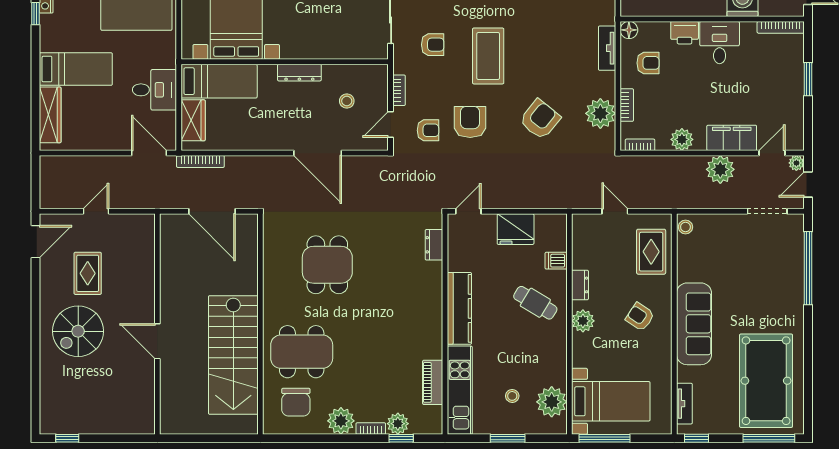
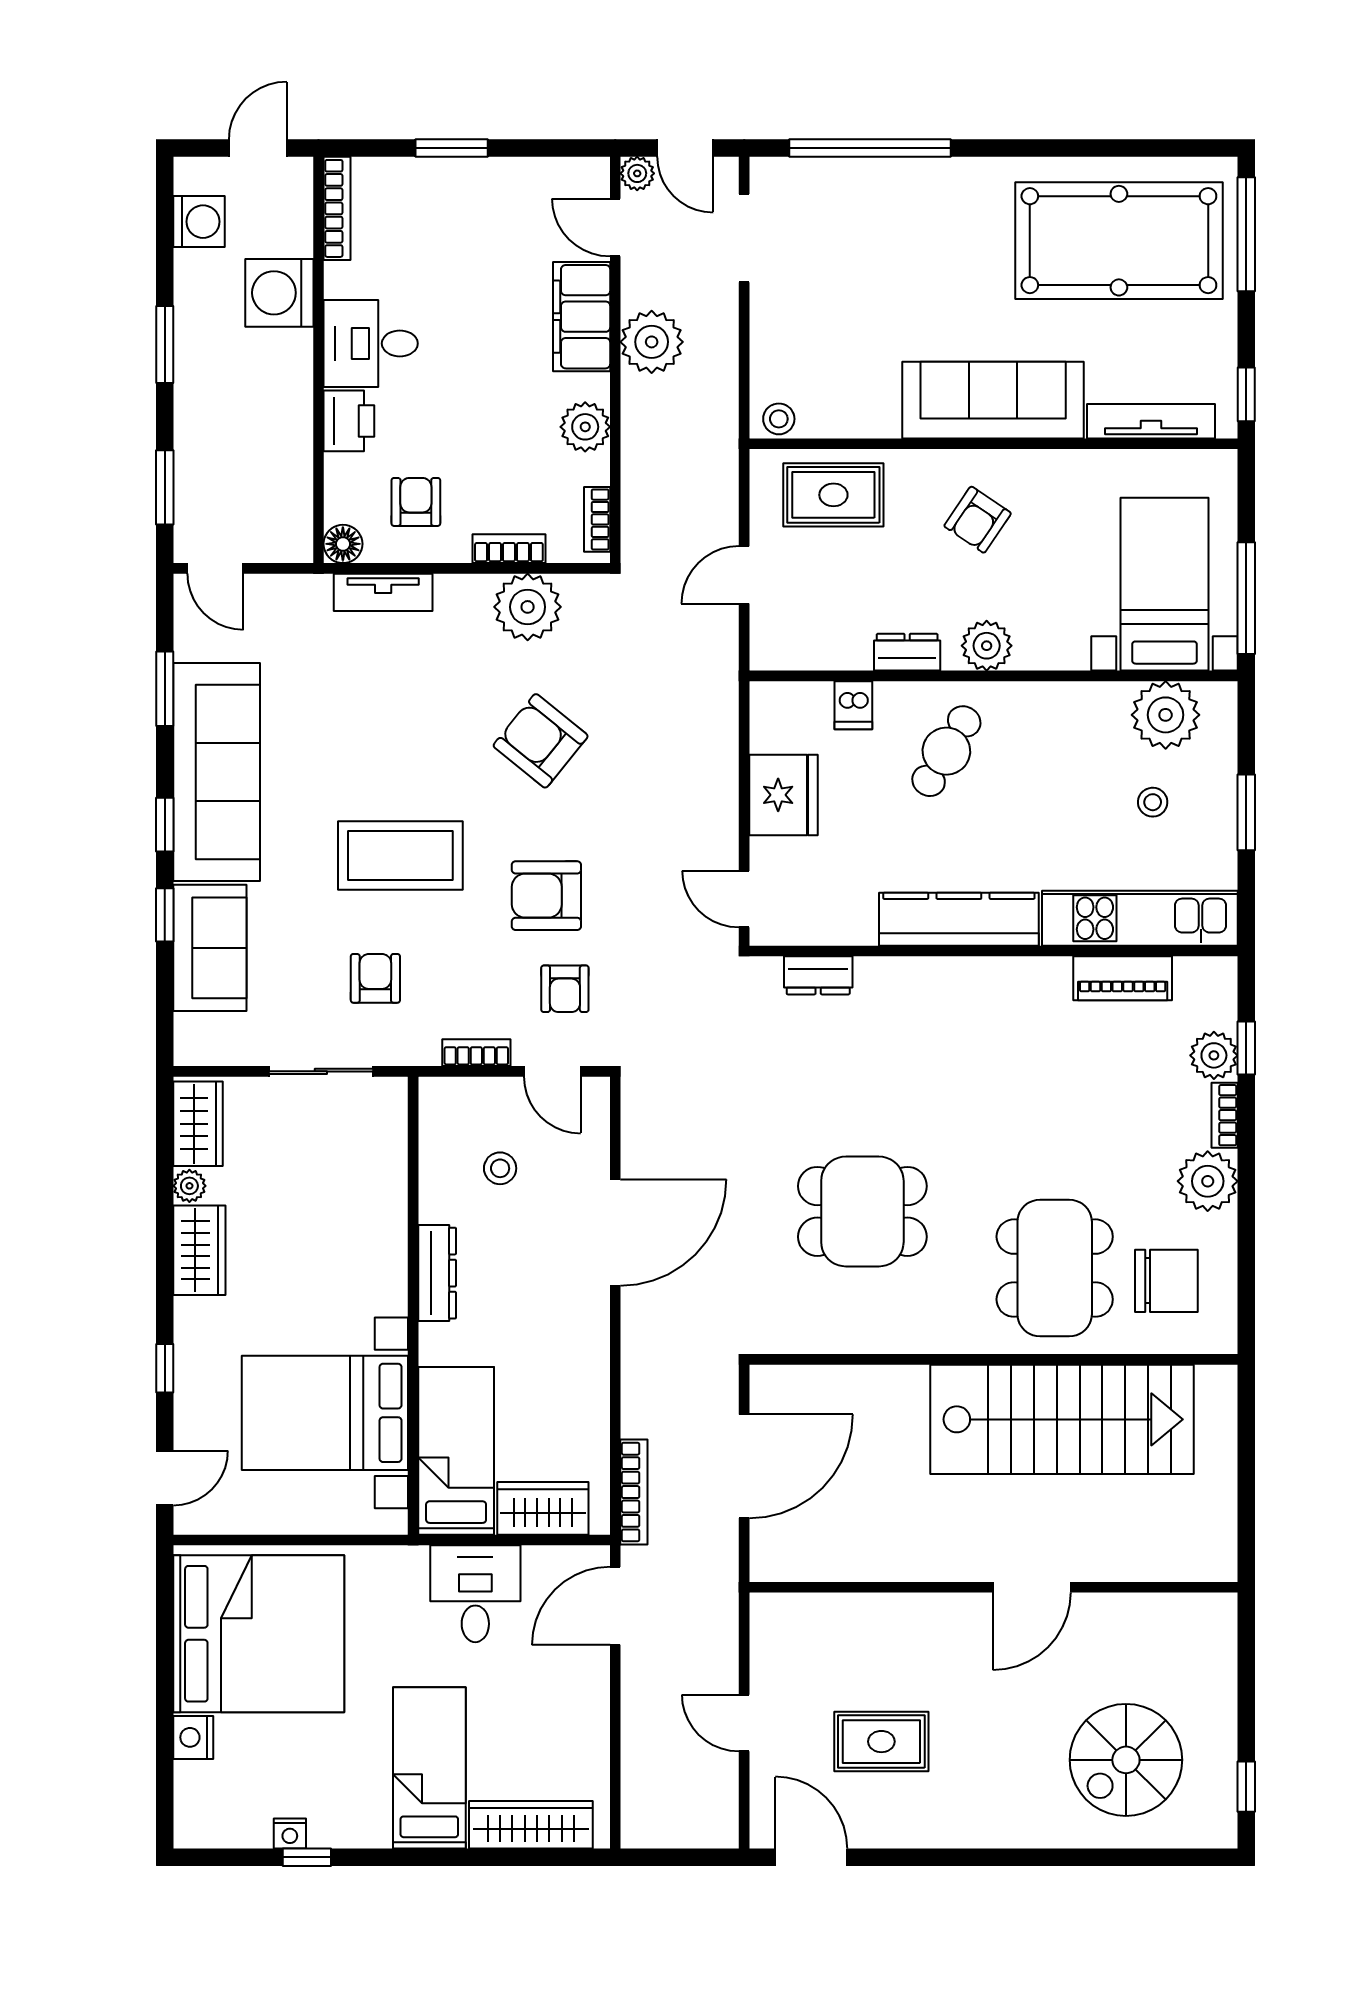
armchair: (428, 130) -> (565, 989), turned 180
spiral stairs: (78, 331) -> (1126, 1760), moved, turned 90
tv unit: (684, 404) -> (1151, 421), width x1.41

